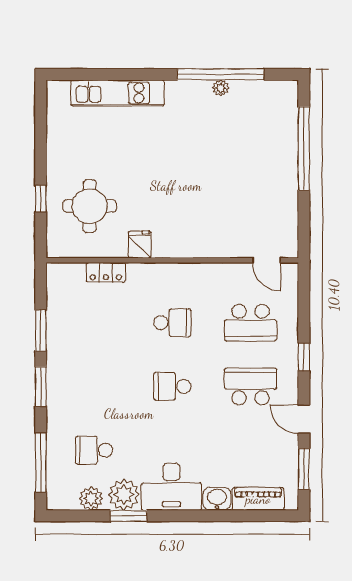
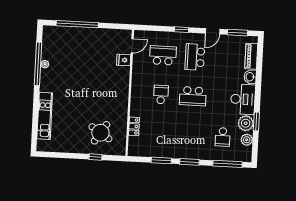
round table: (90, 206) -> (100, 133), turned 33
fridge: (140, 245) -> (124, 60), moved
school desk: (251, 323) -> (163, 55), turned -90
school desk: (172, 386) -> (193, 96), width x1.85

